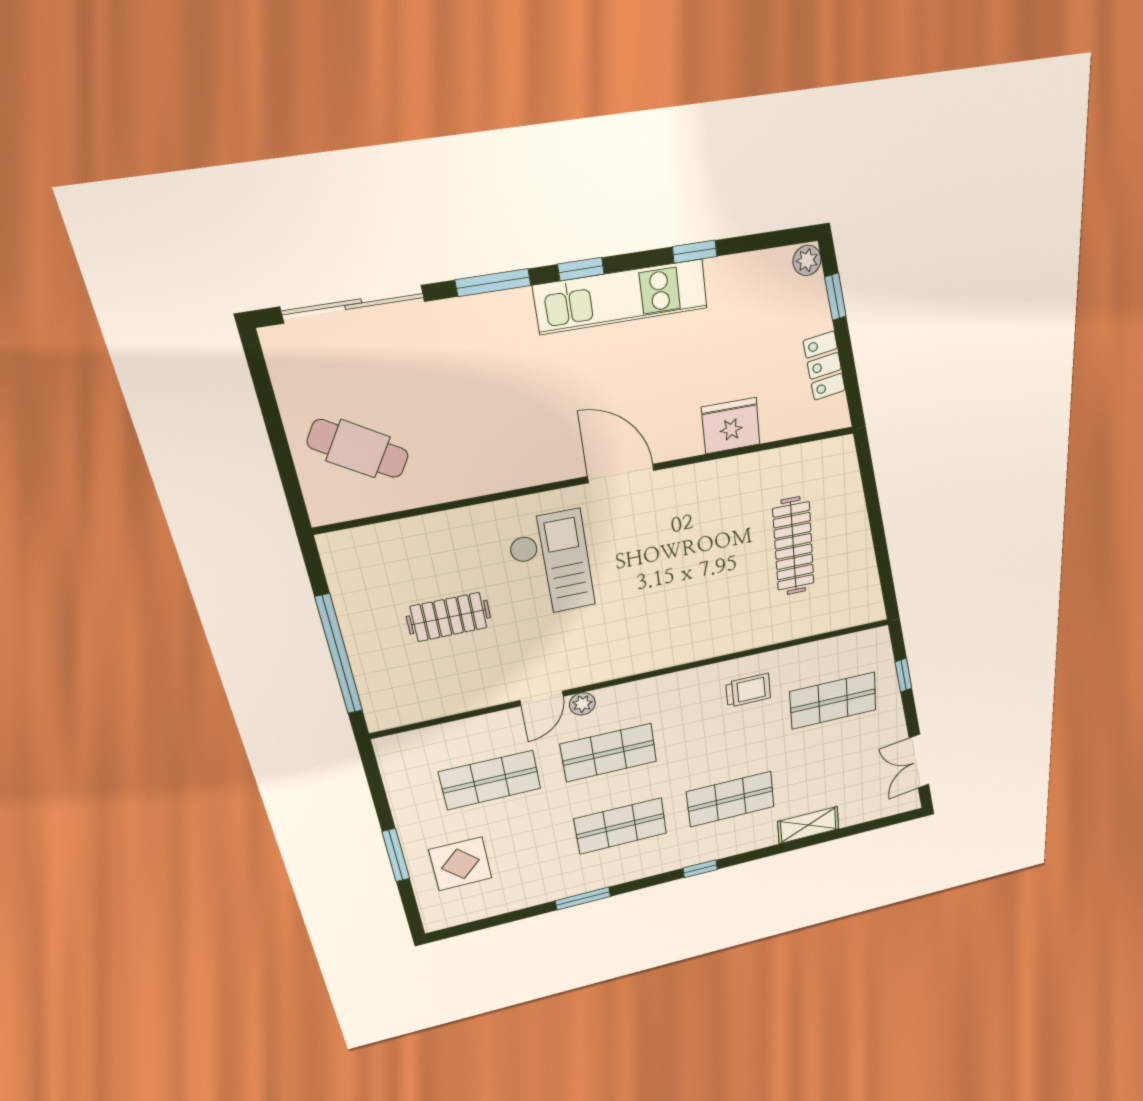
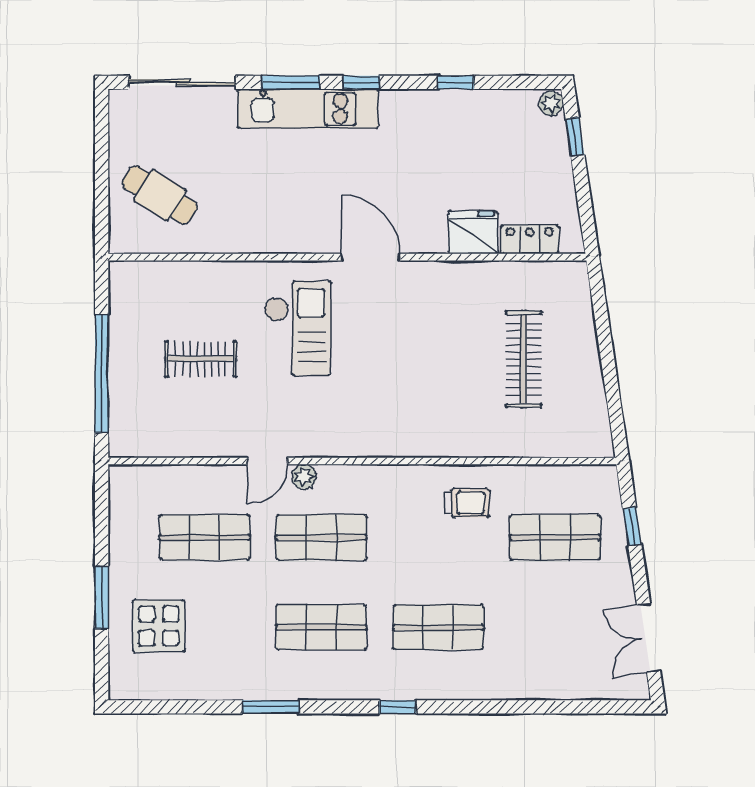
kitchen unit: (621, 297) -> (308, 109), moved
locker: (824, 366) -> (530, 239), moved, turned 98
shelving: (808, 825) -> (520, 685), removed

